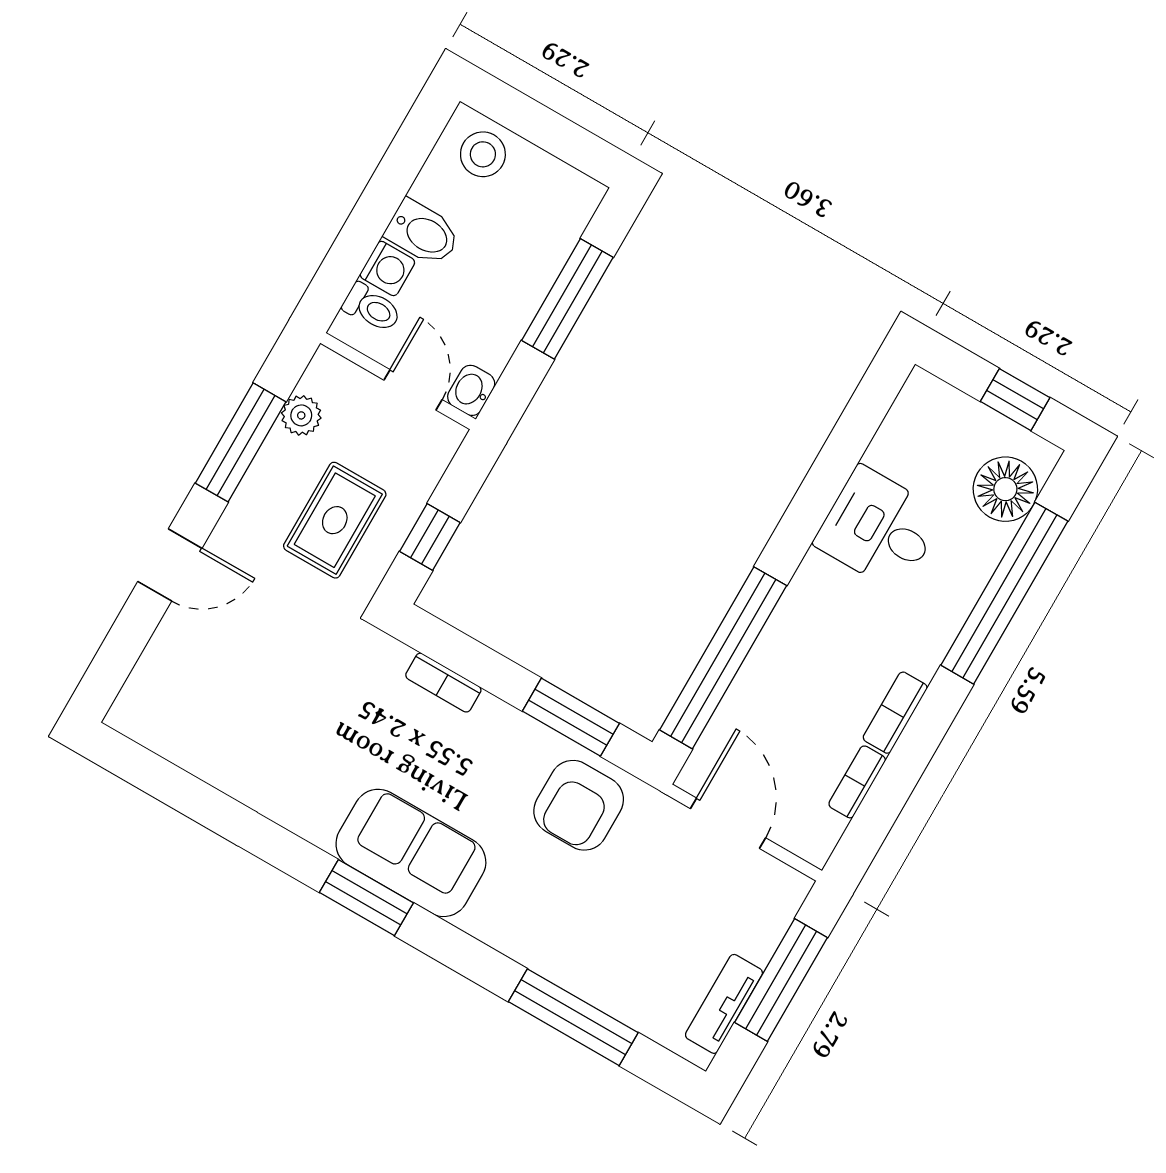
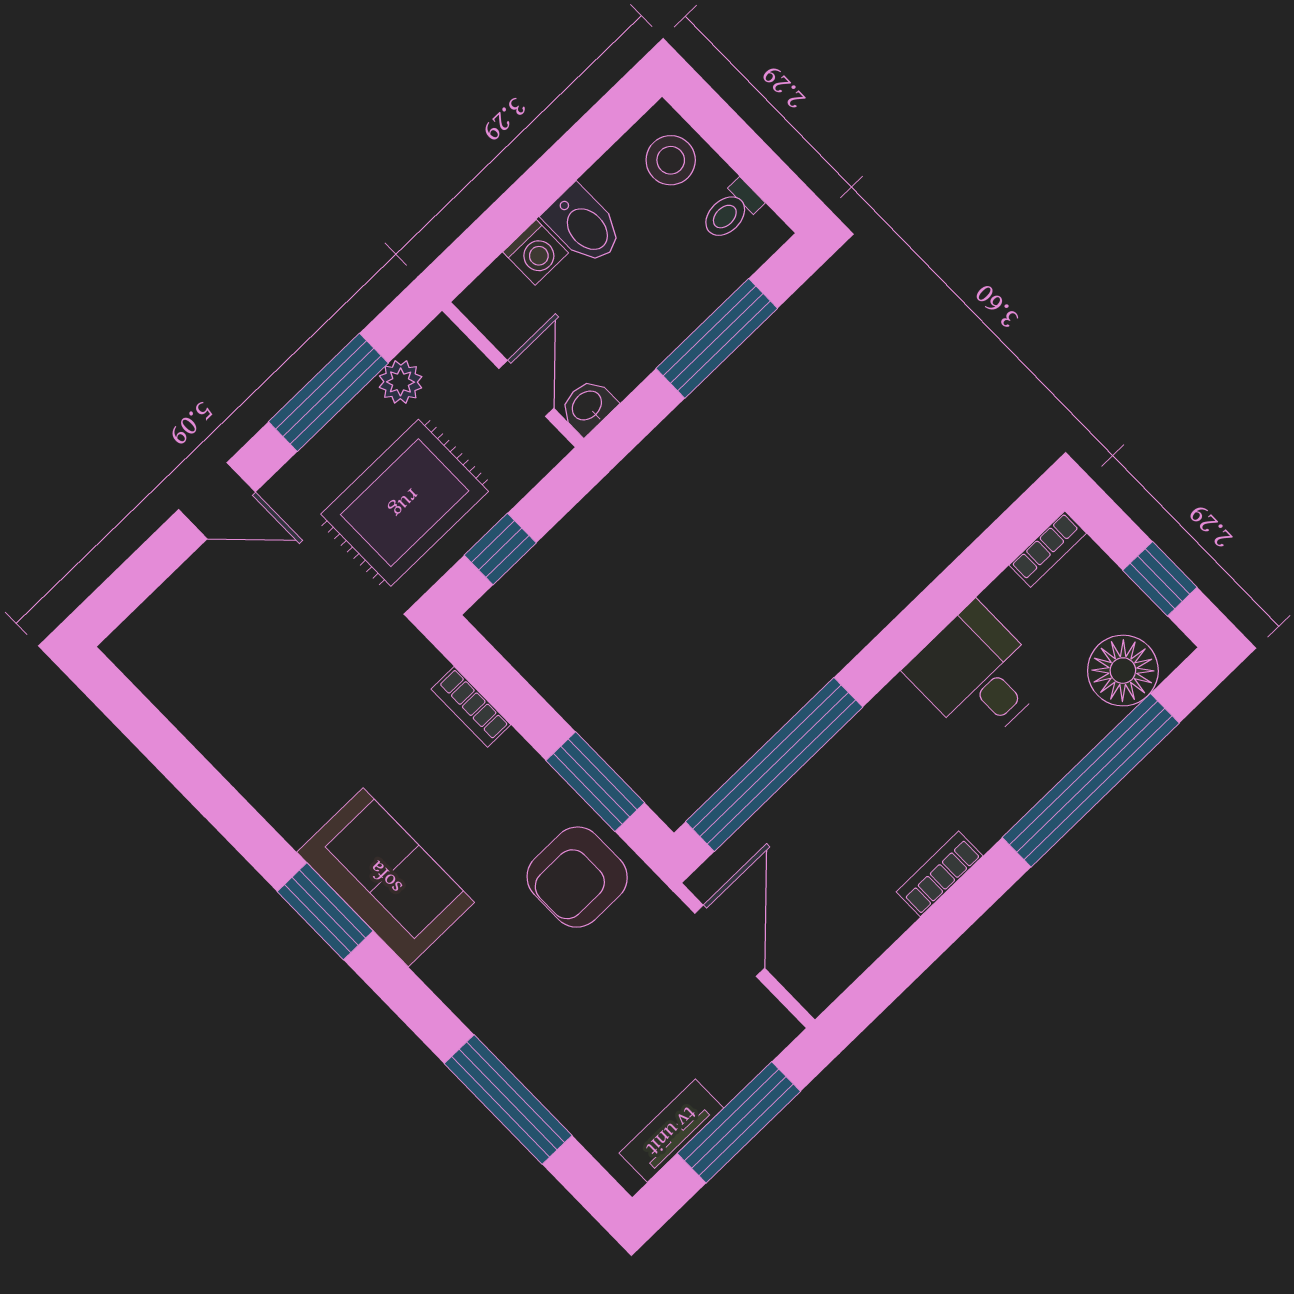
toilet: (372, 308) -> (731, 211), moved, turned 90
rug: (335, 520) -> (405, 503), width x1.36, depth x1.43
bookcase: (857, 782) -> (1048, 549), moved, turned 180

